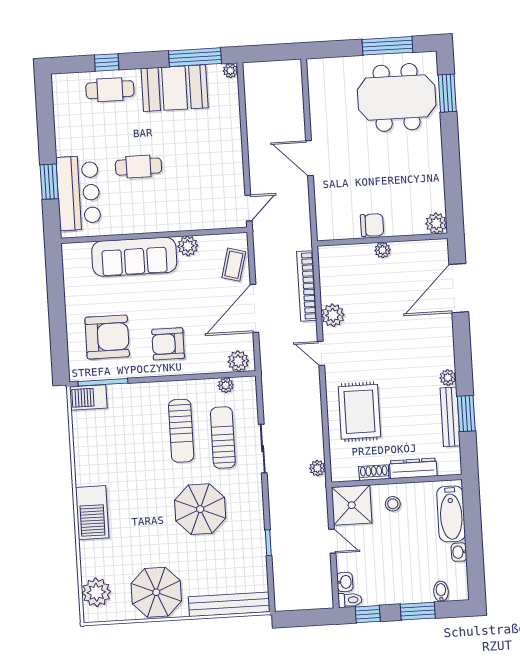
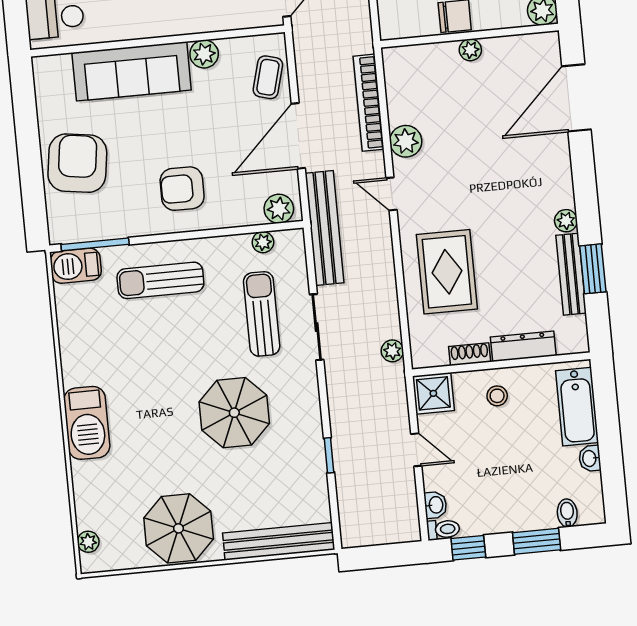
armchair: (107, 337) -> (77, 163), moved, turned -82
bench: (271, 376) -> (325, 228), added
sun lounger: (181, 431) -> (160, 280), moved, turned 90
shower: (352, 505) -> (433, 393), width x0.73, depth x0.73
plant: (96, 592) -> (88, 542), width x0.53, depth x0.53

